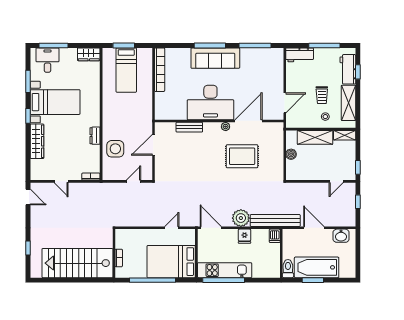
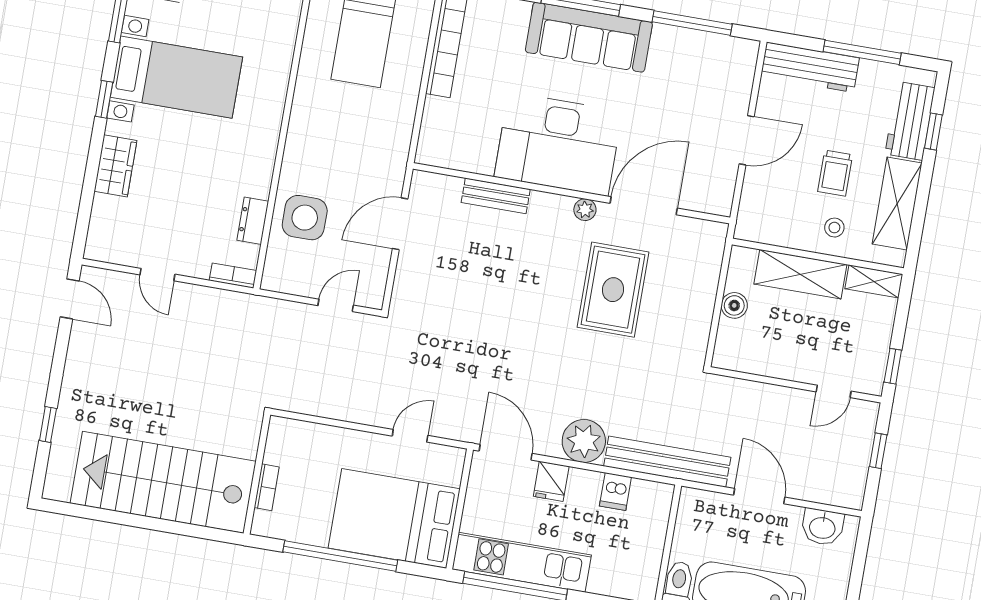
workbench: (300, 55) -> (810, 67), width x1.38
door: (285, 103) -> (747, 140), moved
dresser: (95, 136) -> (253, 221), moved
wardrobe: (37, 141) -> (115, 166), width x0.67
rug: (242, 156) -> (613, 290), turned 90
fridge: (245, 236) -> (551, 481), moved
dishwasher: (275, 236) -> (615, 492), moved

